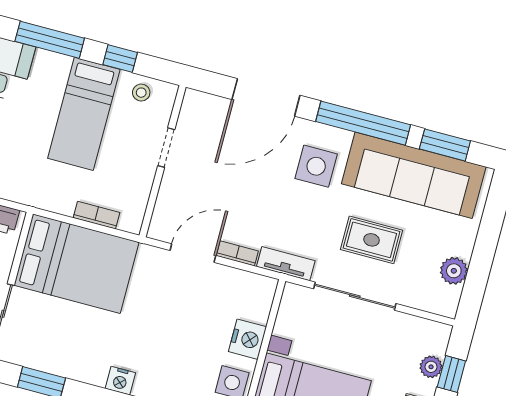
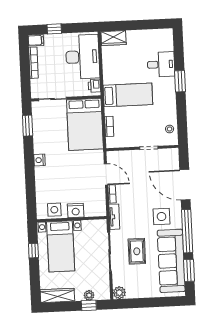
window: (50, 40) -> (180, 81), width x0.69
window: (120, 59) -> (182, 115), removed
bed: (84, 114) -> (128, 95), moved, turned 180
plant: (454, 271) -> (119, 293), moved

